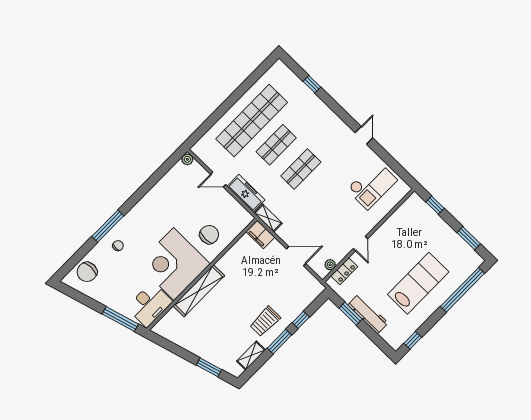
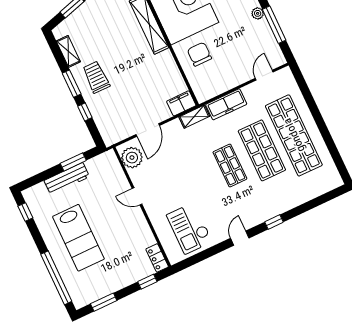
window: (312, 84) -> (274, 222), moved
door: (364, 135) -> (240, 238), swing flipped
shop shelf: (276, 145) -> (262, 150), width x1.43, depth x1.36
plant: (187, 159) -> (258, 13), moved
window: (157, 176) -> (274, 25), added
door: (218, 179) -> (264, 75), moved
chair: (209, 235) -> (199, 54), turned 180
plant: (330, 265) -> (132, 158), width x1.87, depth x1.87
locker: (344, 271) -> (157, 258), moved

